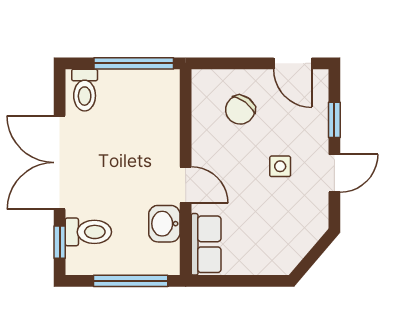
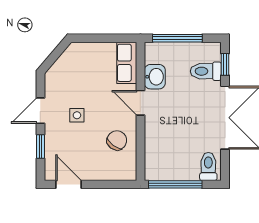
chair: (240, 110) -> (117, 140), moved

